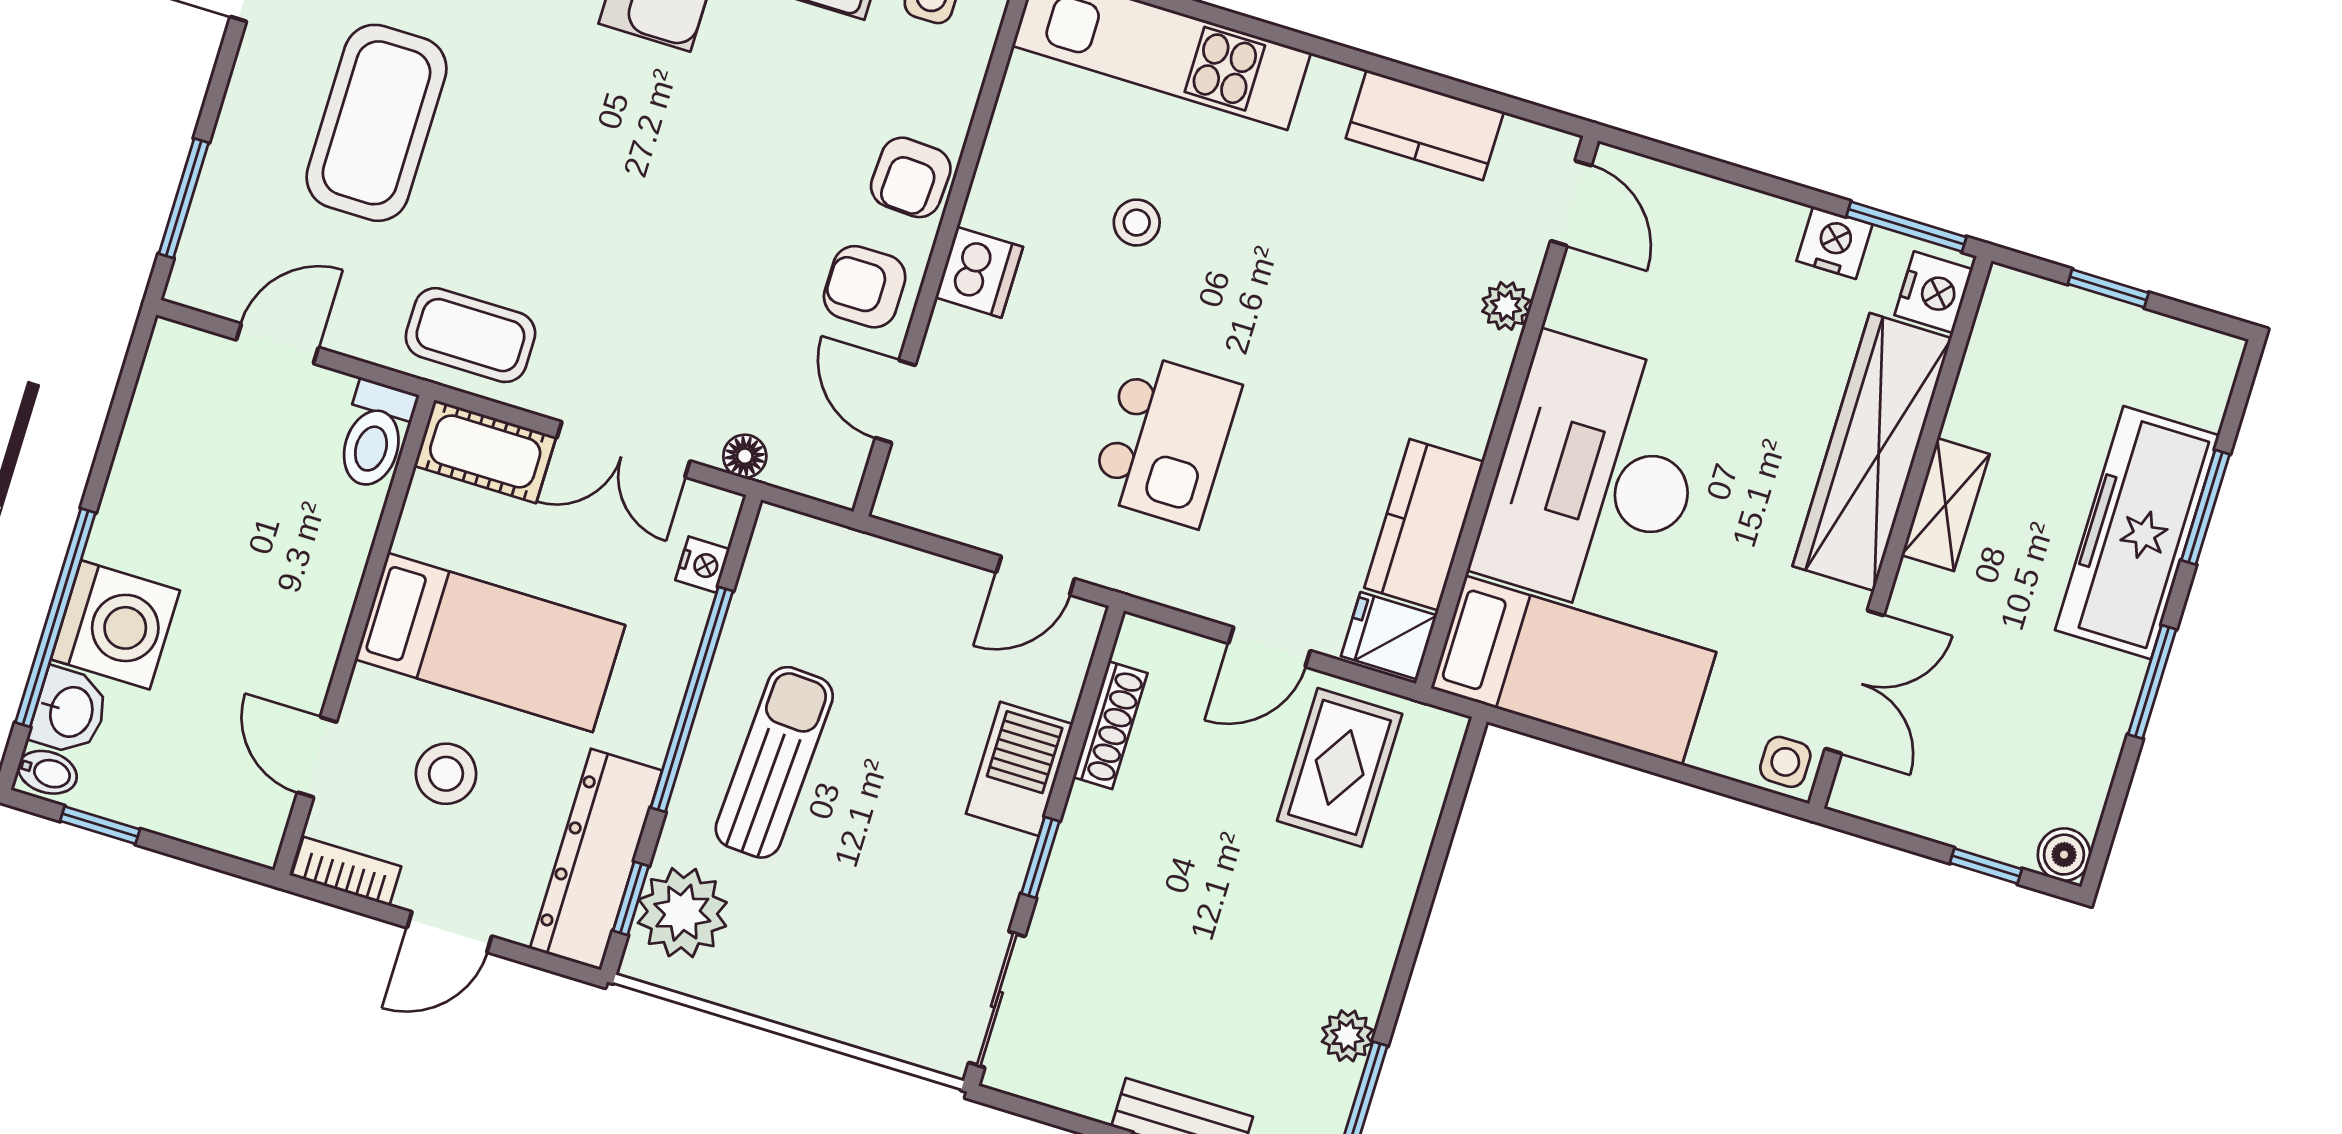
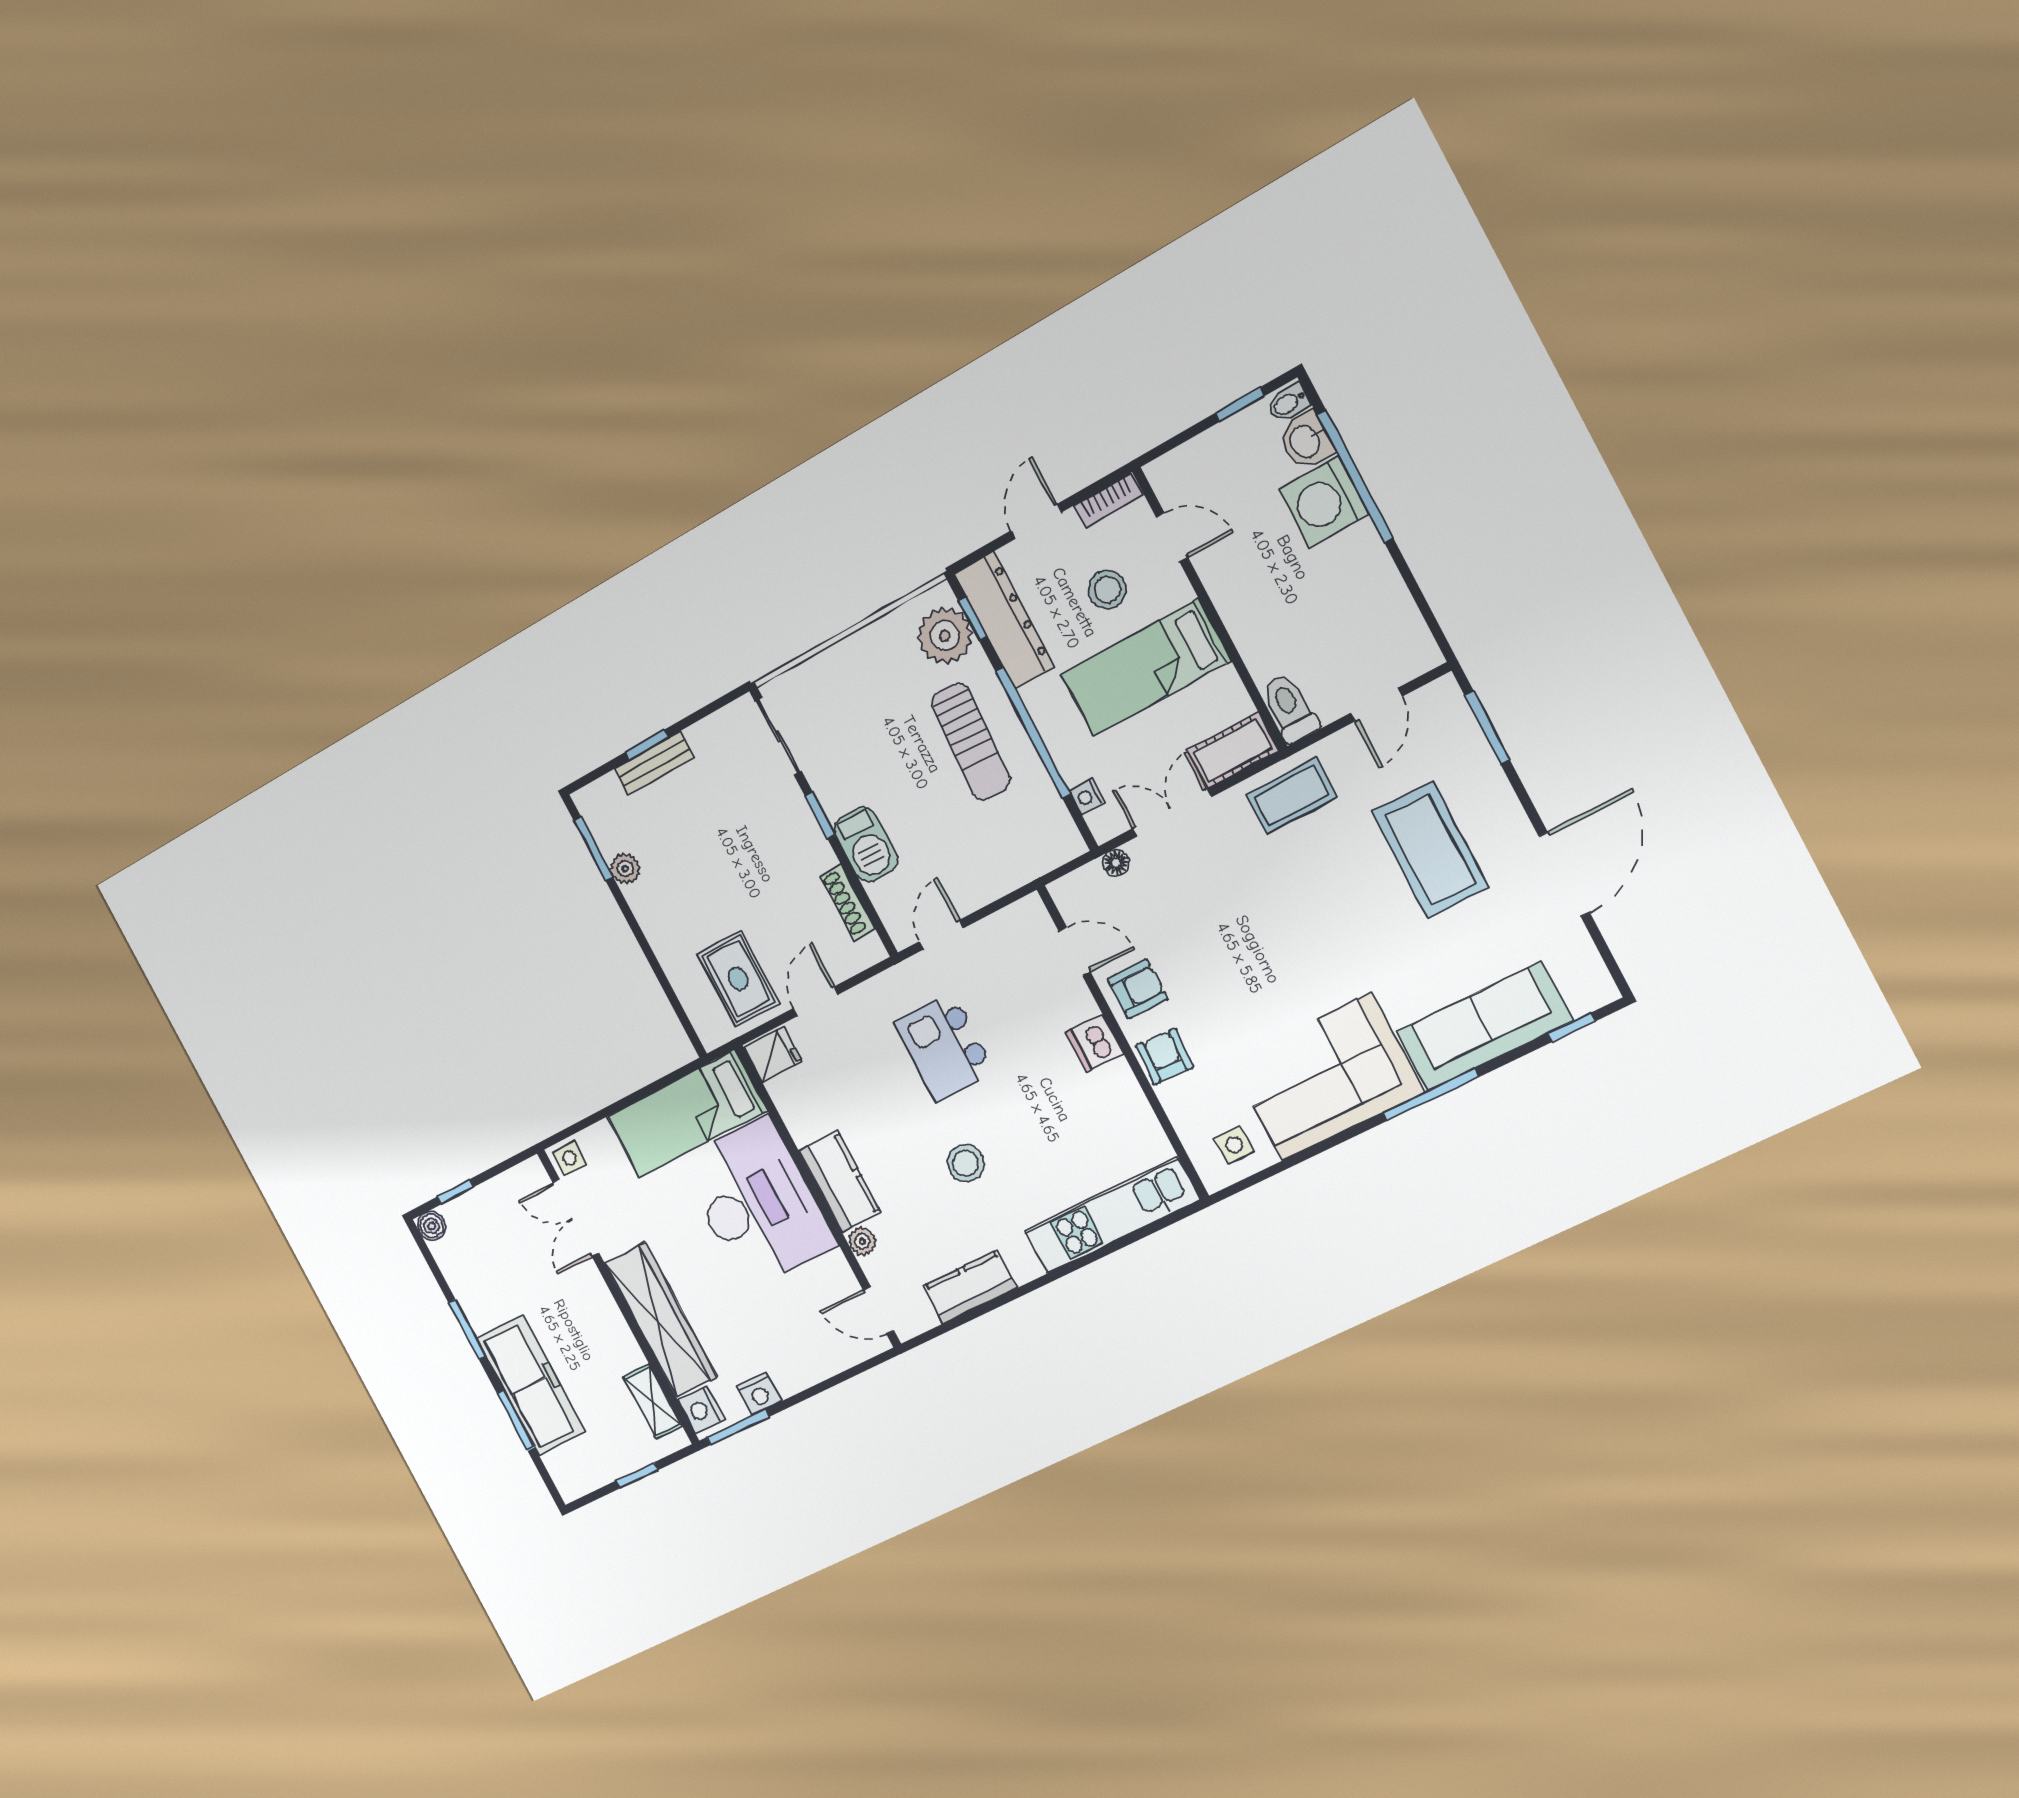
stool: (1137, 223) -> (966, 1163), moved, width x1.37, depth x1.37
shelving: (1945, 505) -> (653, 1401), moved
kitchen counter: (1424, 525) -> (840, 1182), moved

